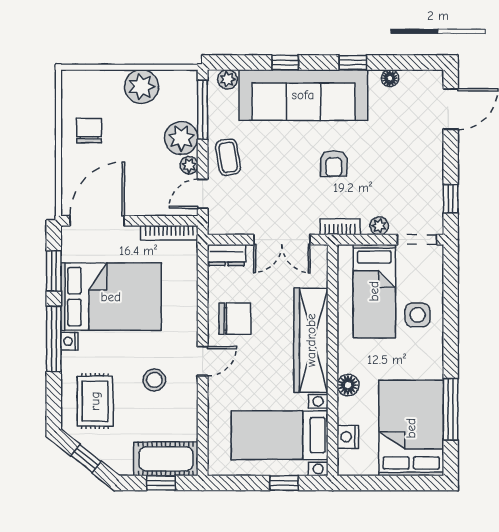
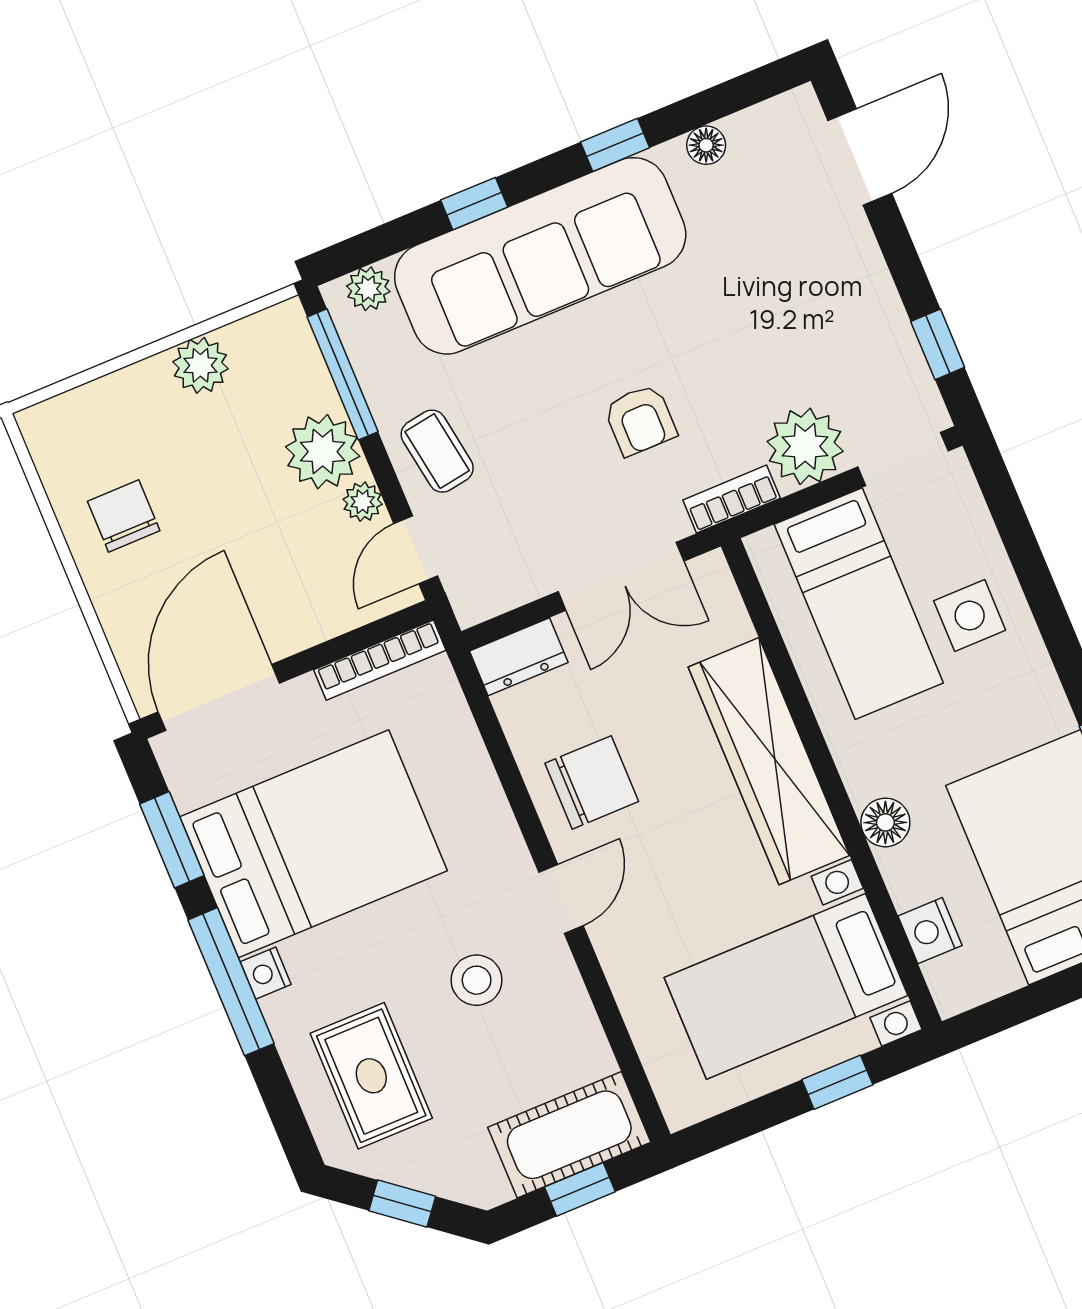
plant: (142, 87) -> (200, 365), width x0.73, depth x0.73
armchair: (334, 163) -> (640, 420), moved
plant: (379, 226) -> (805, 446), width x1.87, depth x1.87

